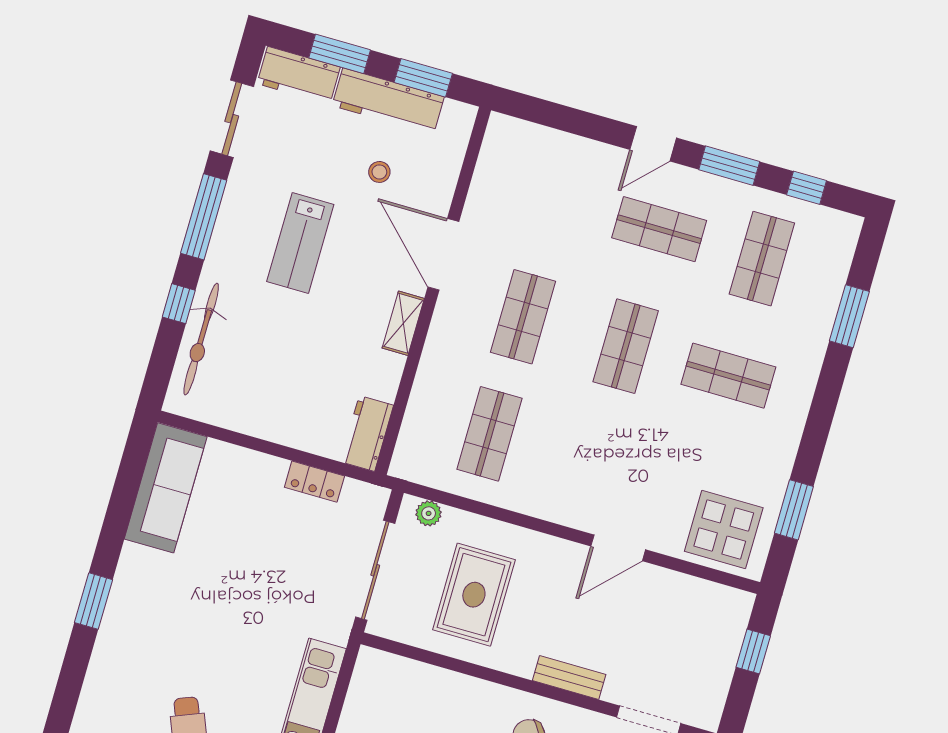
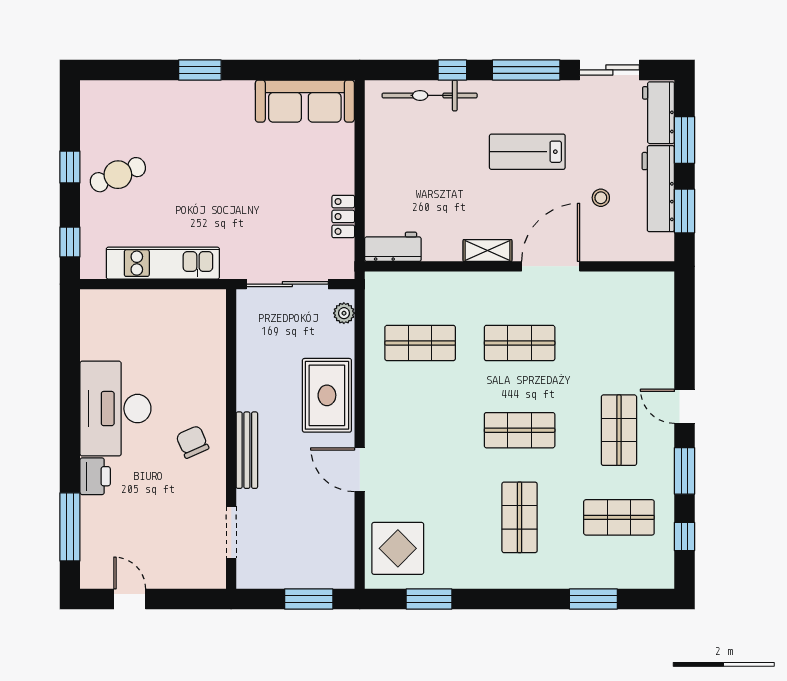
rug: (474, 595) -> (327, 395), moved, turned 90
window: (753, 651) -> (309, 599), width x1.50
bench: (569, 677) -> (247, 450), width x1.36

